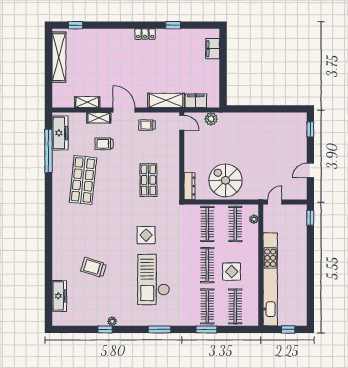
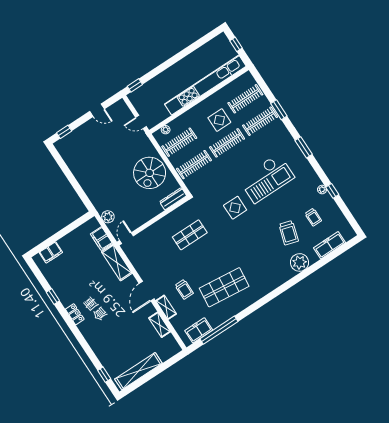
trolley: (147, 125) -> (313, 217), moved
freezer: (60, 133) -> (199, 330), width x0.71
plant: (61, 260) -> (300, 262), added

